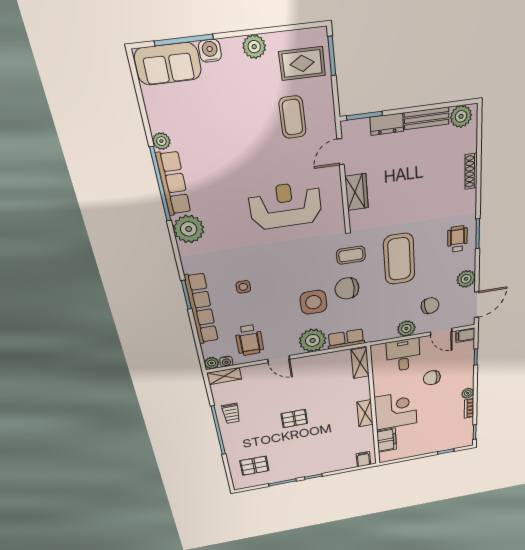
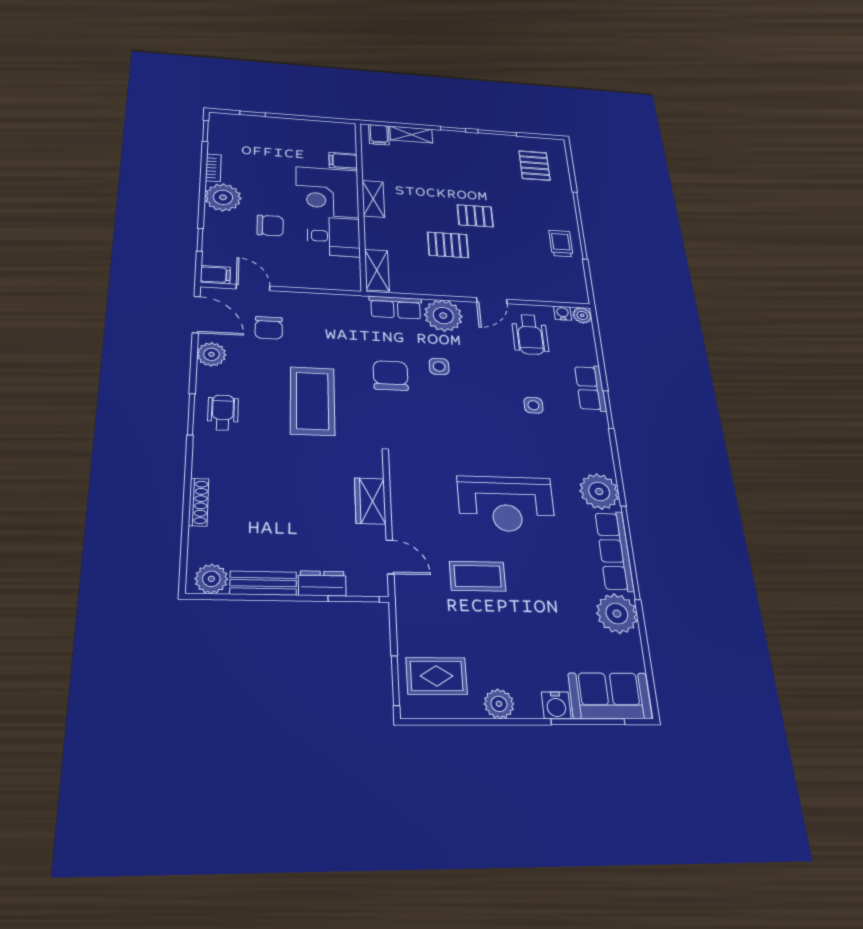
coffee table: (292, 117) -> (478, 576), moved, turned 90
plant: (161, 141) -> (617, 614), width x1.87, depth x1.87
door: (341, 152) -> (390, 557), hinge flipped
reception desk: (285, 205) -> (506, 504), moved
wheelchair: (457, 239) -> (223, 412), turned 180
coffee table: (351, 255) -> (383, 419), removed
chair: (347, 288) -> (391, 375), turned -90
side table: (313, 302) -> (439, 366), width x0.54, depth x0.54
door: (477, 305) -> (196, 315), swing flipped
chair: (430, 306) -> (269, 328), turned -81
row of seats: (201, 309) -> (590, 388), width x0.50
plant: (406, 328) -> (306, 303), removed
wheelchair: (249, 340) -> (530, 335), turned 180
desk: (403, 355) -> (334, 237), moved, turned -90
door: (279, 359) -> (492, 301), swing flipped
shelving: (224, 376) -> (411, 135), moved
pallet: (312, 393) -> (448, 245), added
plant: (468, 393) -> (223, 197), width x1.87, depth x1.87
filing cabinet: (387, 440) -> (343, 161), width x0.50
pallet: (254, 466) -> (534, 166), turned 90

